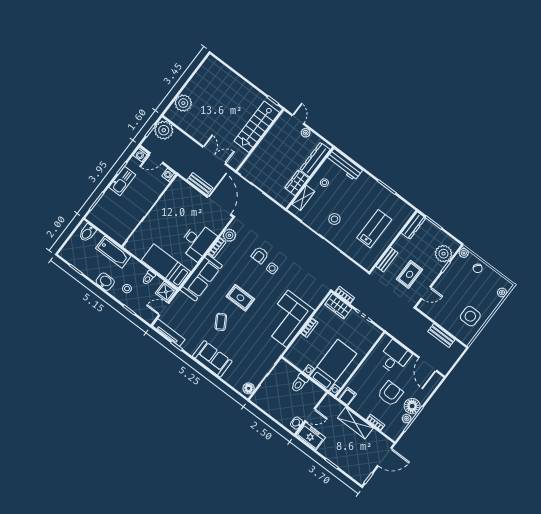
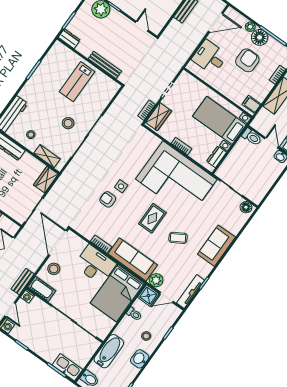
kitchen sink: (122, 181) -> (67, 367), moved
wardrobe: (297, 183) -> (46, 180), moved, turned 90
bench: (200, 184) -> (23, 282), moved
cot: (175, 189) -> (42, 289), added
stool: (194, 201) -> (54, 269), added
door: (219, 206) -> (58, 243), hinge flipped
dresser: (413, 226) -> (69, 39), width x0.70
lab bench: (374, 229) -> (77, 82), turned -90
plant: (229, 235) -> (156, 280), moved
armchair: (260, 255) -> (108, 199), turned 180
bench: (387, 260) -> (105, 65), width x1.36
bed: (166, 266) -> (117, 293), width x1.50
rug: (410, 274) -> (123, 44), removed
door: (164, 309) -> (166, 297), hinge flipped
corner sofa: (287, 319) -> (176, 179), width x1.36, depth x1.36
dresser: (298, 361) -> (216, 157), added
toilet: (299, 383) -> (252, 137), moved
armchair: (390, 394) -> (247, 60), turned 89
plant: (407, 419) -> (250, 27), moved

